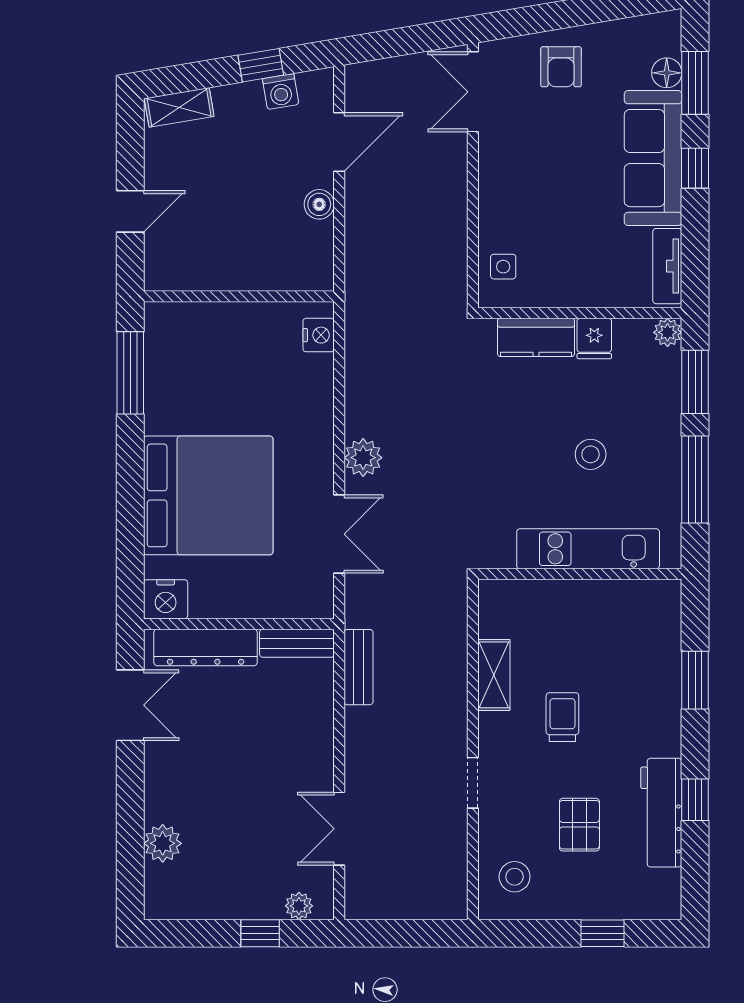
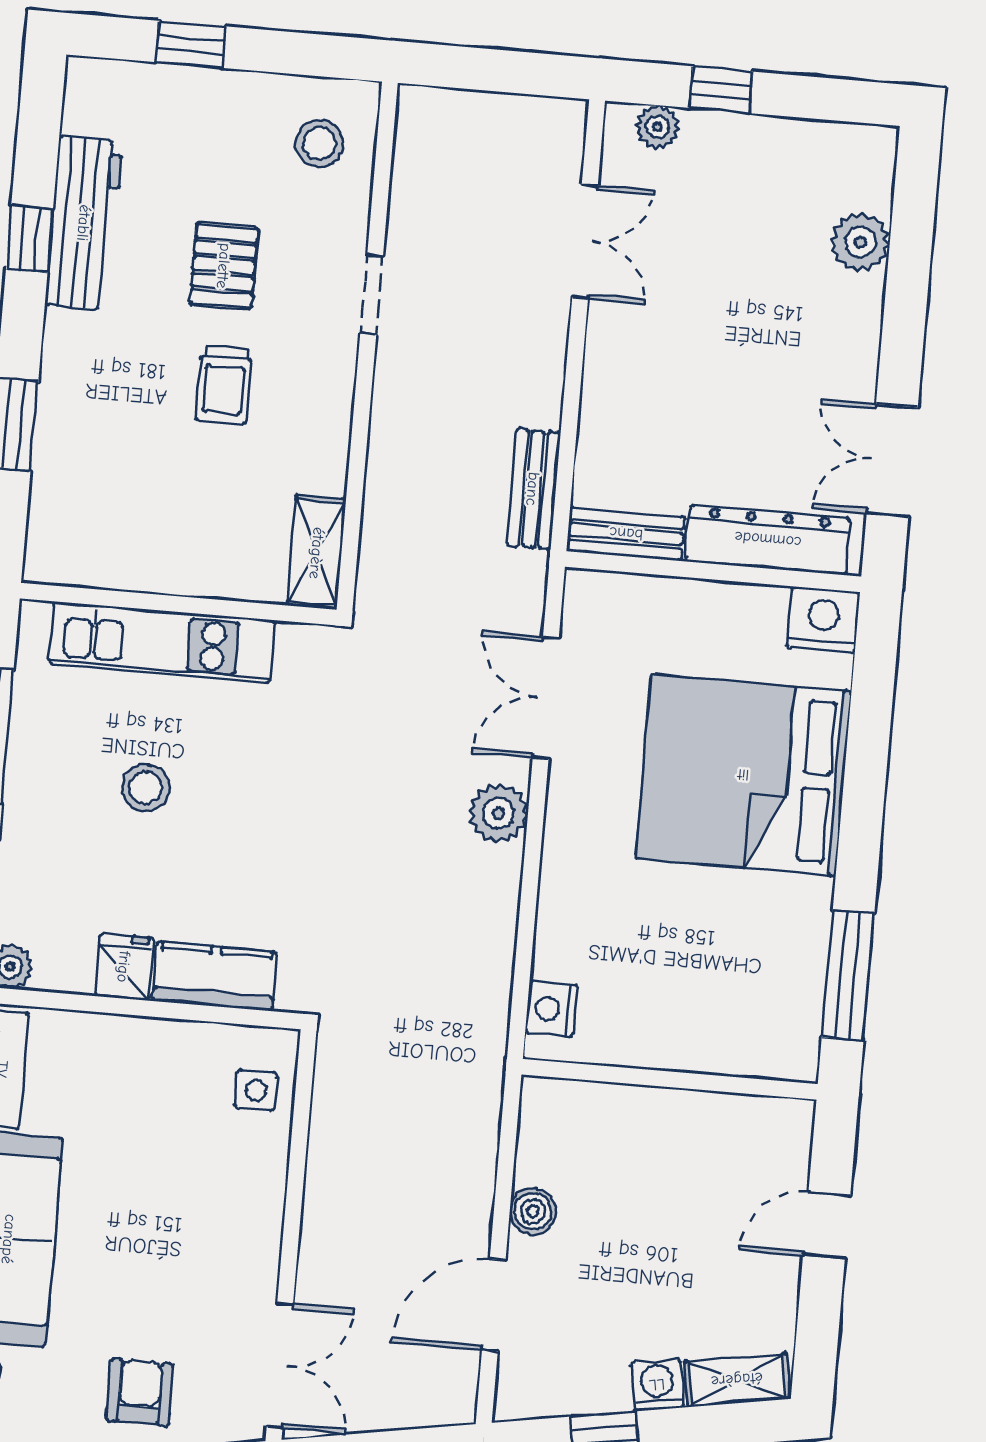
washing machine: (281, 91) -> (657, 1385), moved
shelving: (494, 675) -> (317, 553), moved
pallet: (579, 825) -> (224, 266), moved

